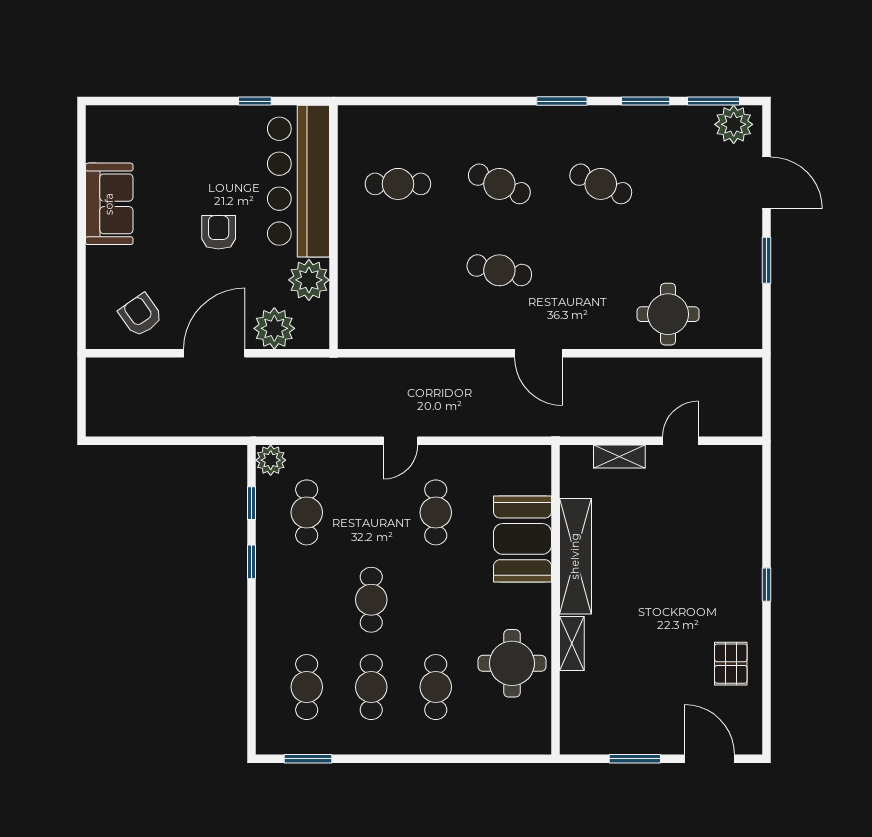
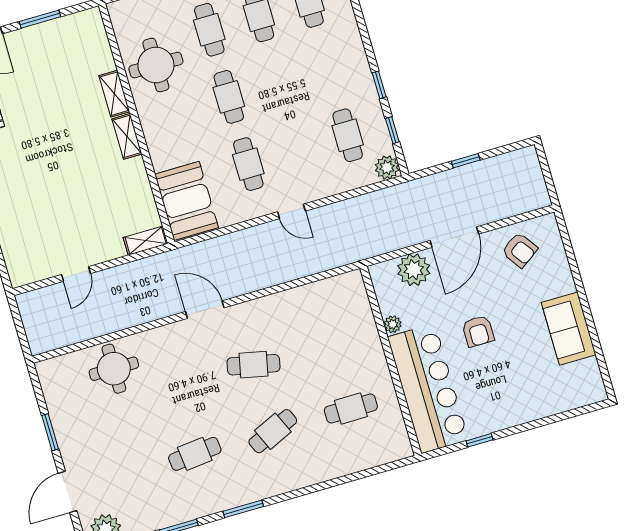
door: (767, 183) -> (67, 492), hinge flipped
cafe table: (499, 184) -> (273, 431), turned -48
cafe table: (601, 184) -> (195, 454), turned -30
plant: (309, 280) -> (393, 324), width x0.53, depth x0.53
window: (174, 441) -> (466, 161), added
door: (401, 441) -> (291, 211), swing flipped
shelving: (619, 457) -> (146, 241), moved
booth: (522, 539) -> (187, 201), moved
shelving: (575, 556) -> (127, 136), width x0.45, depth x0.75
cafe table: (371, 600) -> (229, 97), moved

